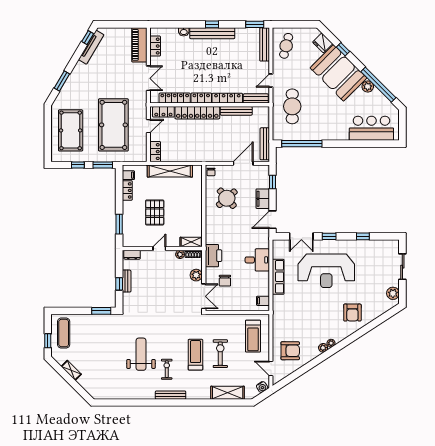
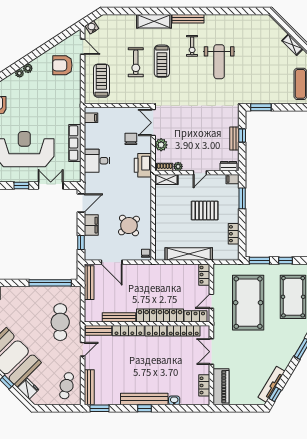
door: (243, 163) -> (112, 262), hinge flipped
filing cabinet: (128, 175) -> (232, 179), moved
pallet: (155, 212) -> (205, 211), turned 90
shelving: (228, 393) -> (154, 21), moved

